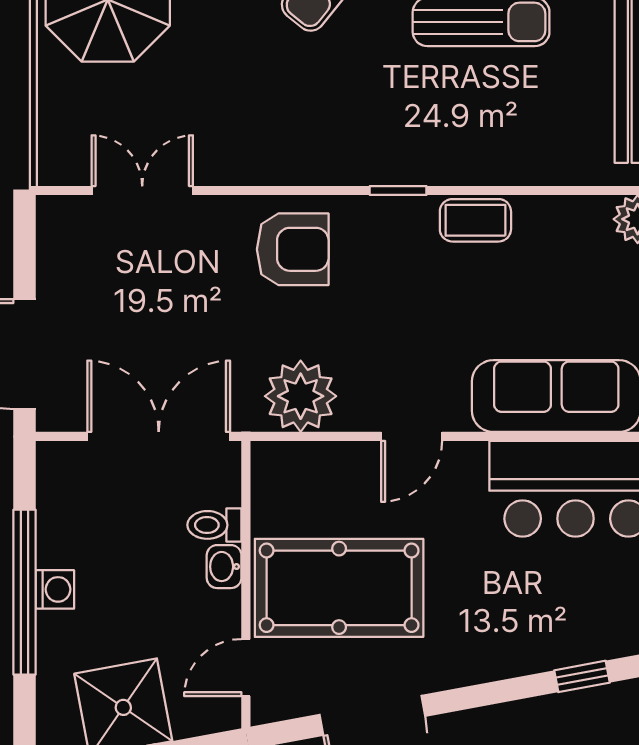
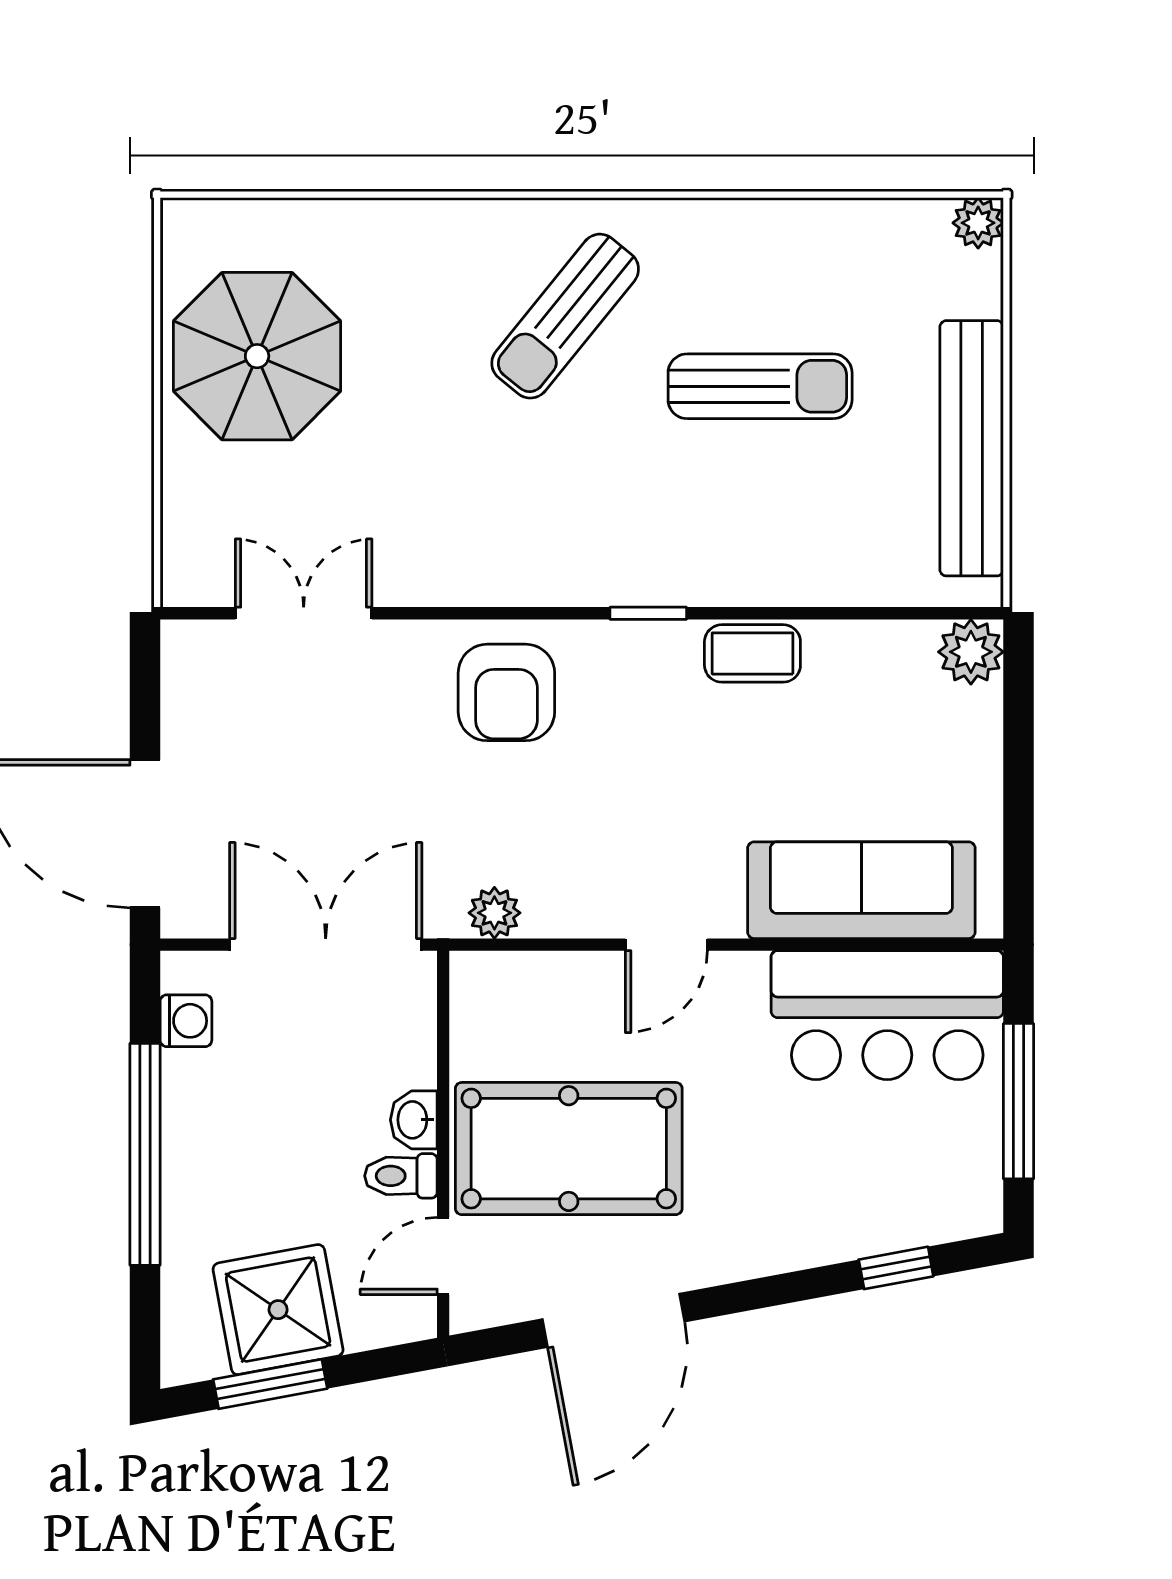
armchair: (293, 249) -> (506, 692), turned 90
plant: (301, 396) -> (494, 913), width x0.53, depth x0.53
toilet: (214, 525) -> (401, 1176), moved
washing machine: (55, 589) -> (186, 1021), moved

